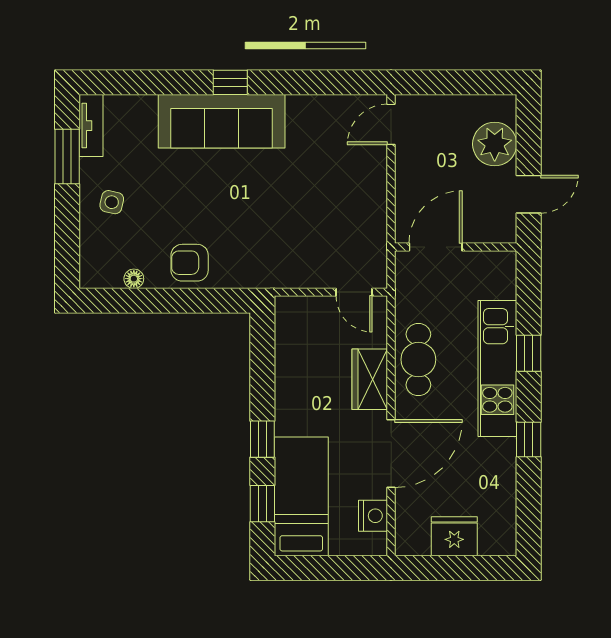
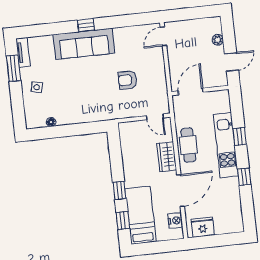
plant: (495, 144) -> (218, 40), width x0.53, depth x0.53
armchair: (190, 263) -> (128, 80), moved
fridge: (454, 536) -> (203, 227), moved

